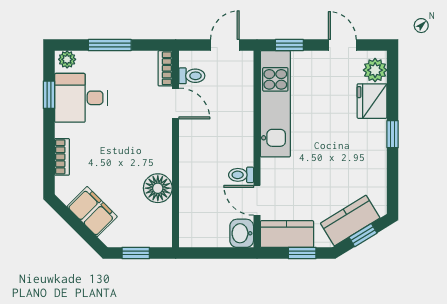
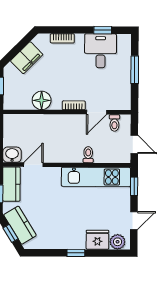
plant: (67, 59) -> (125, 42), removed
bookcase: (165, 68) -> (74, 105), moved
toilet: (241, 175) -> (88, 155), moved

